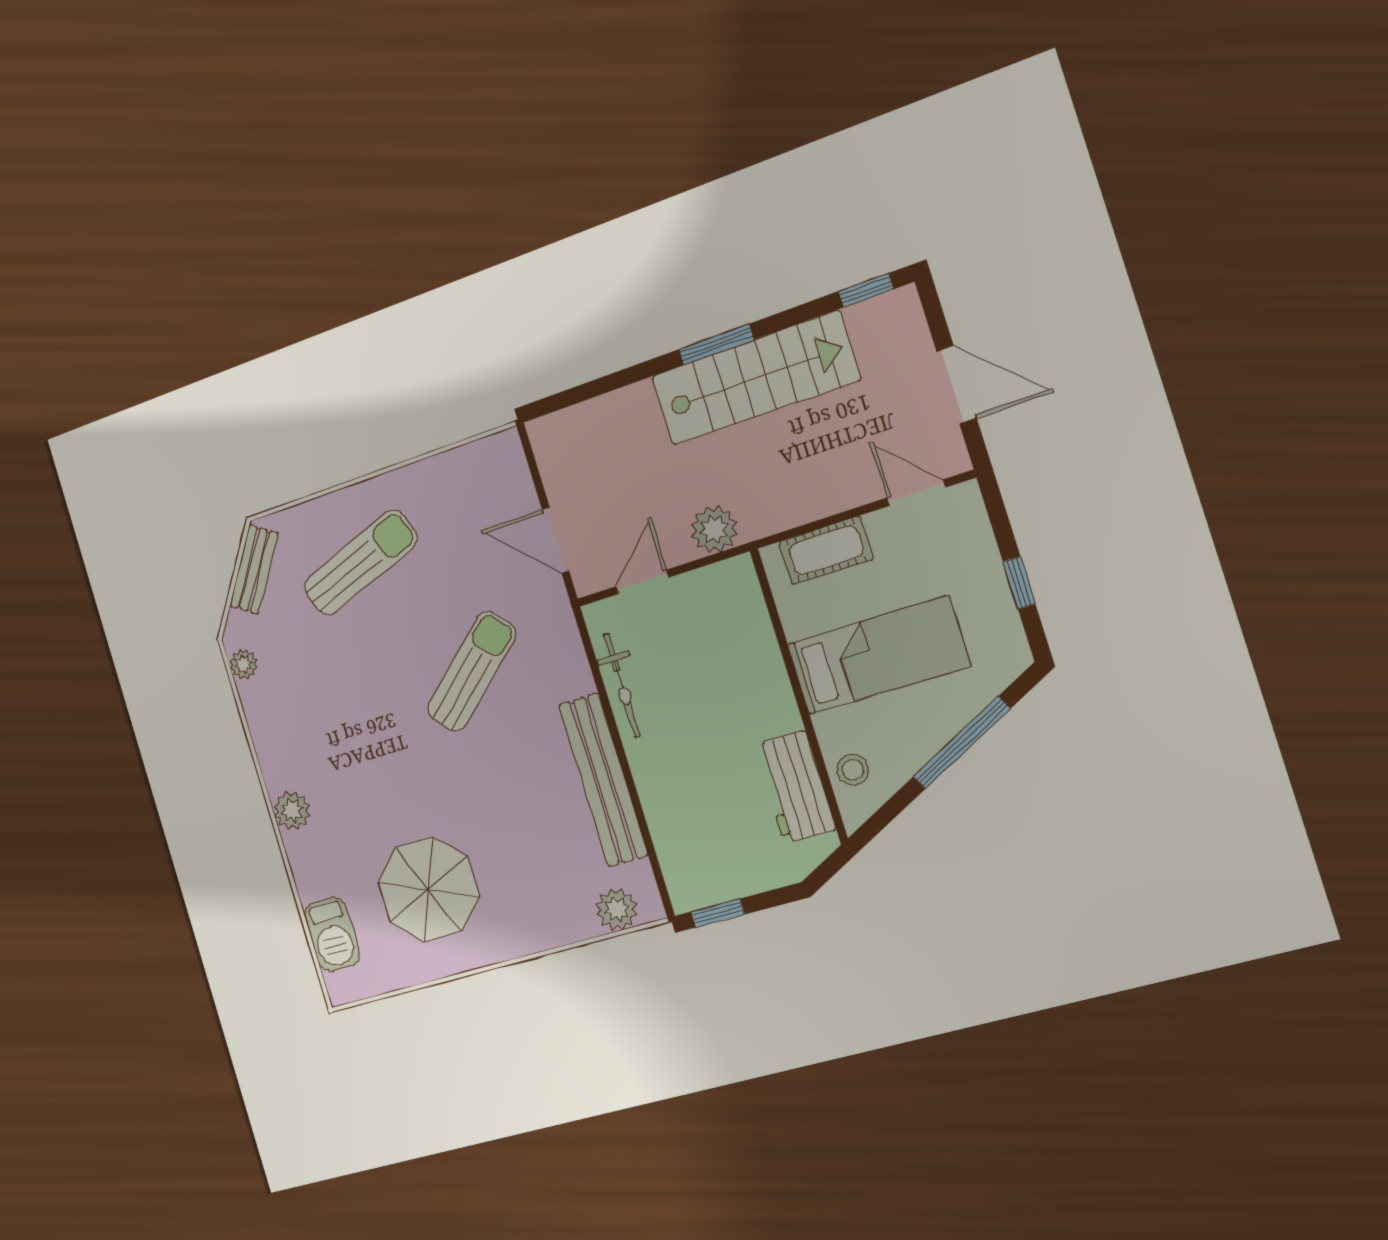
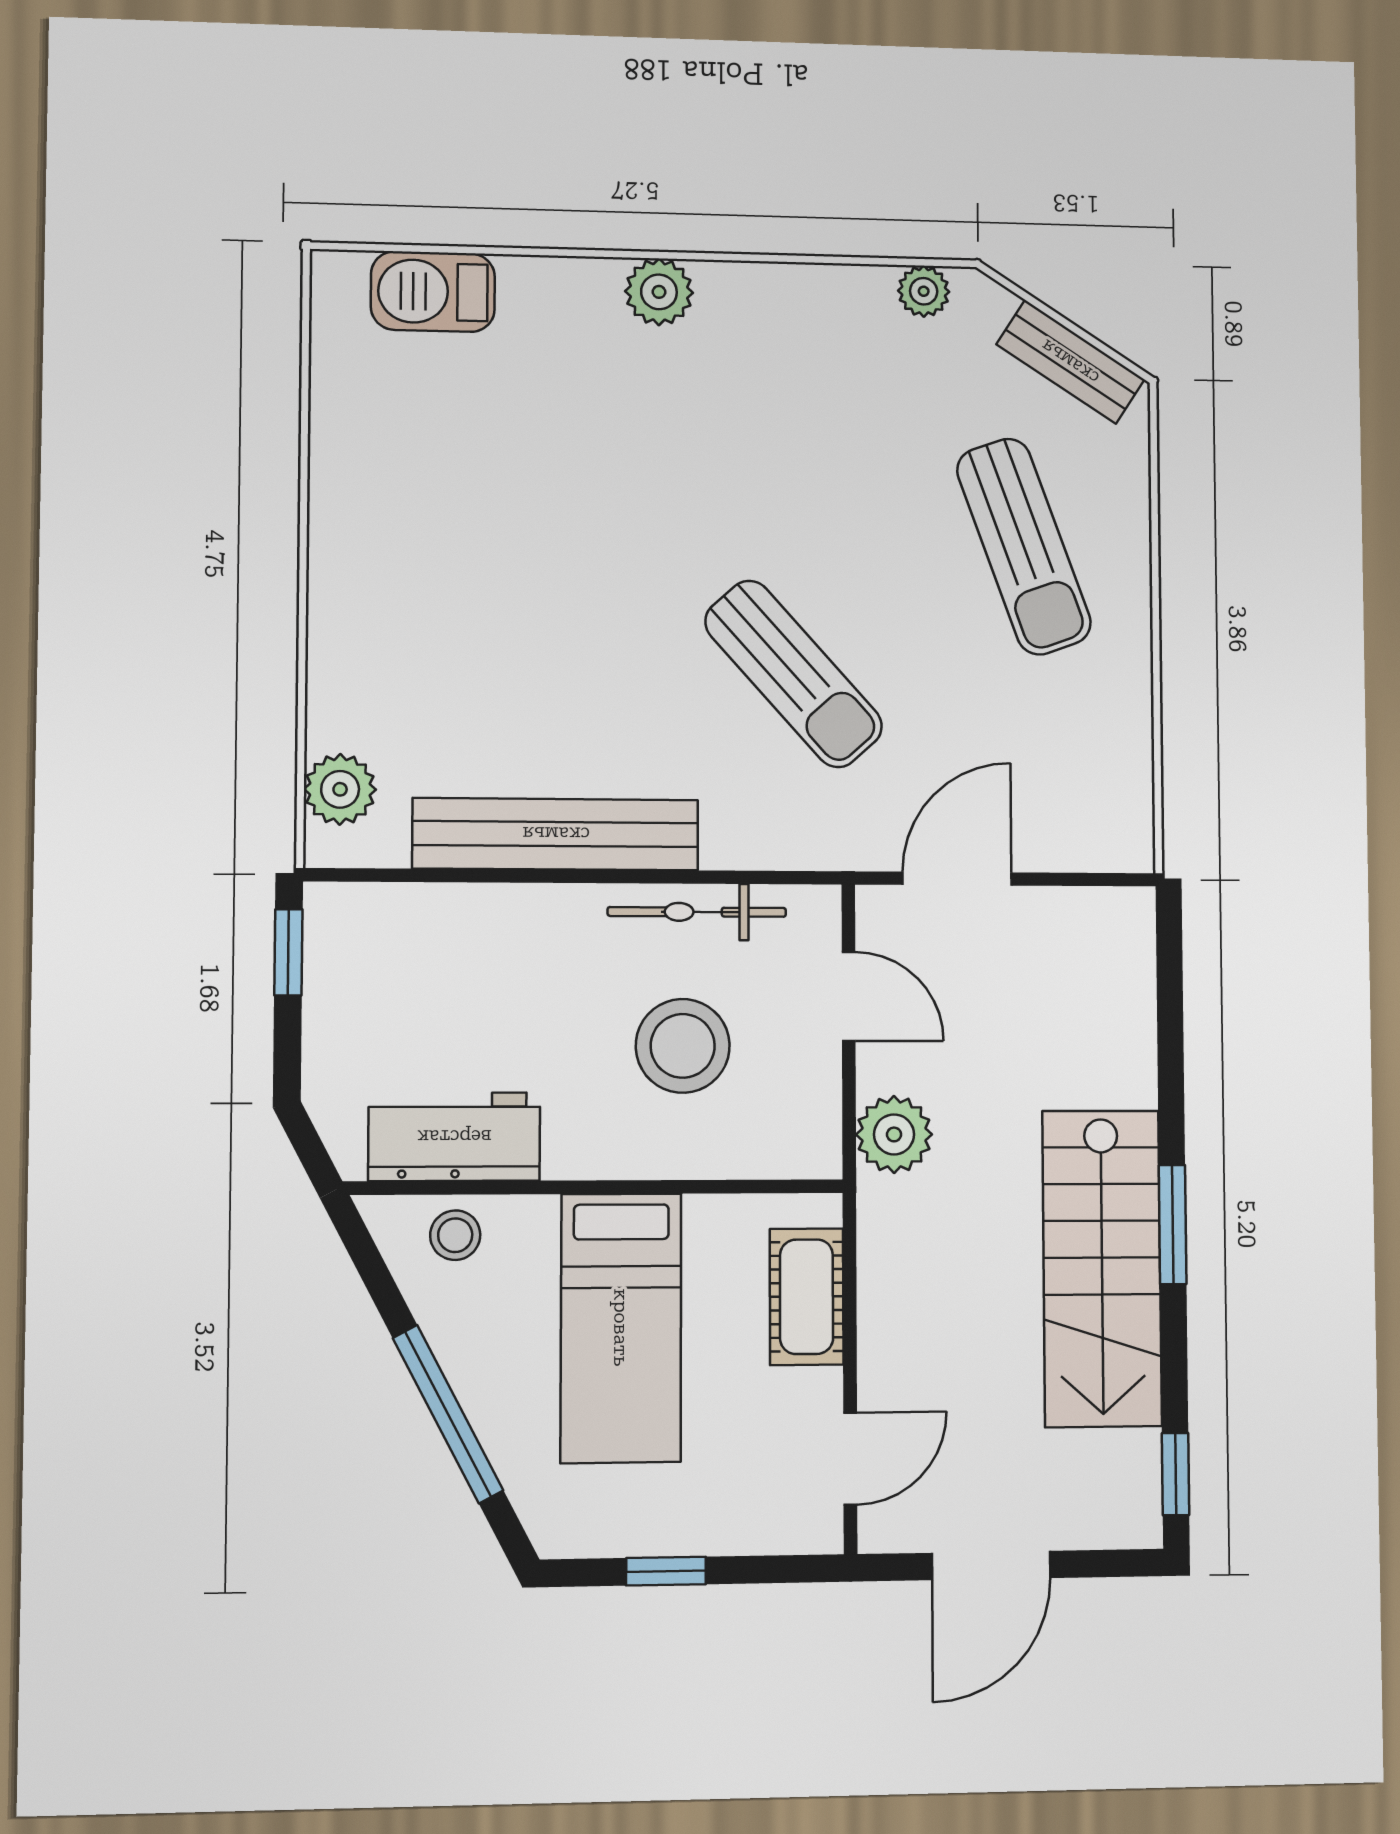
stool: (701, 670) -> (683, 1046), added
parasol: (428, 889) -> (462, 484), removed

